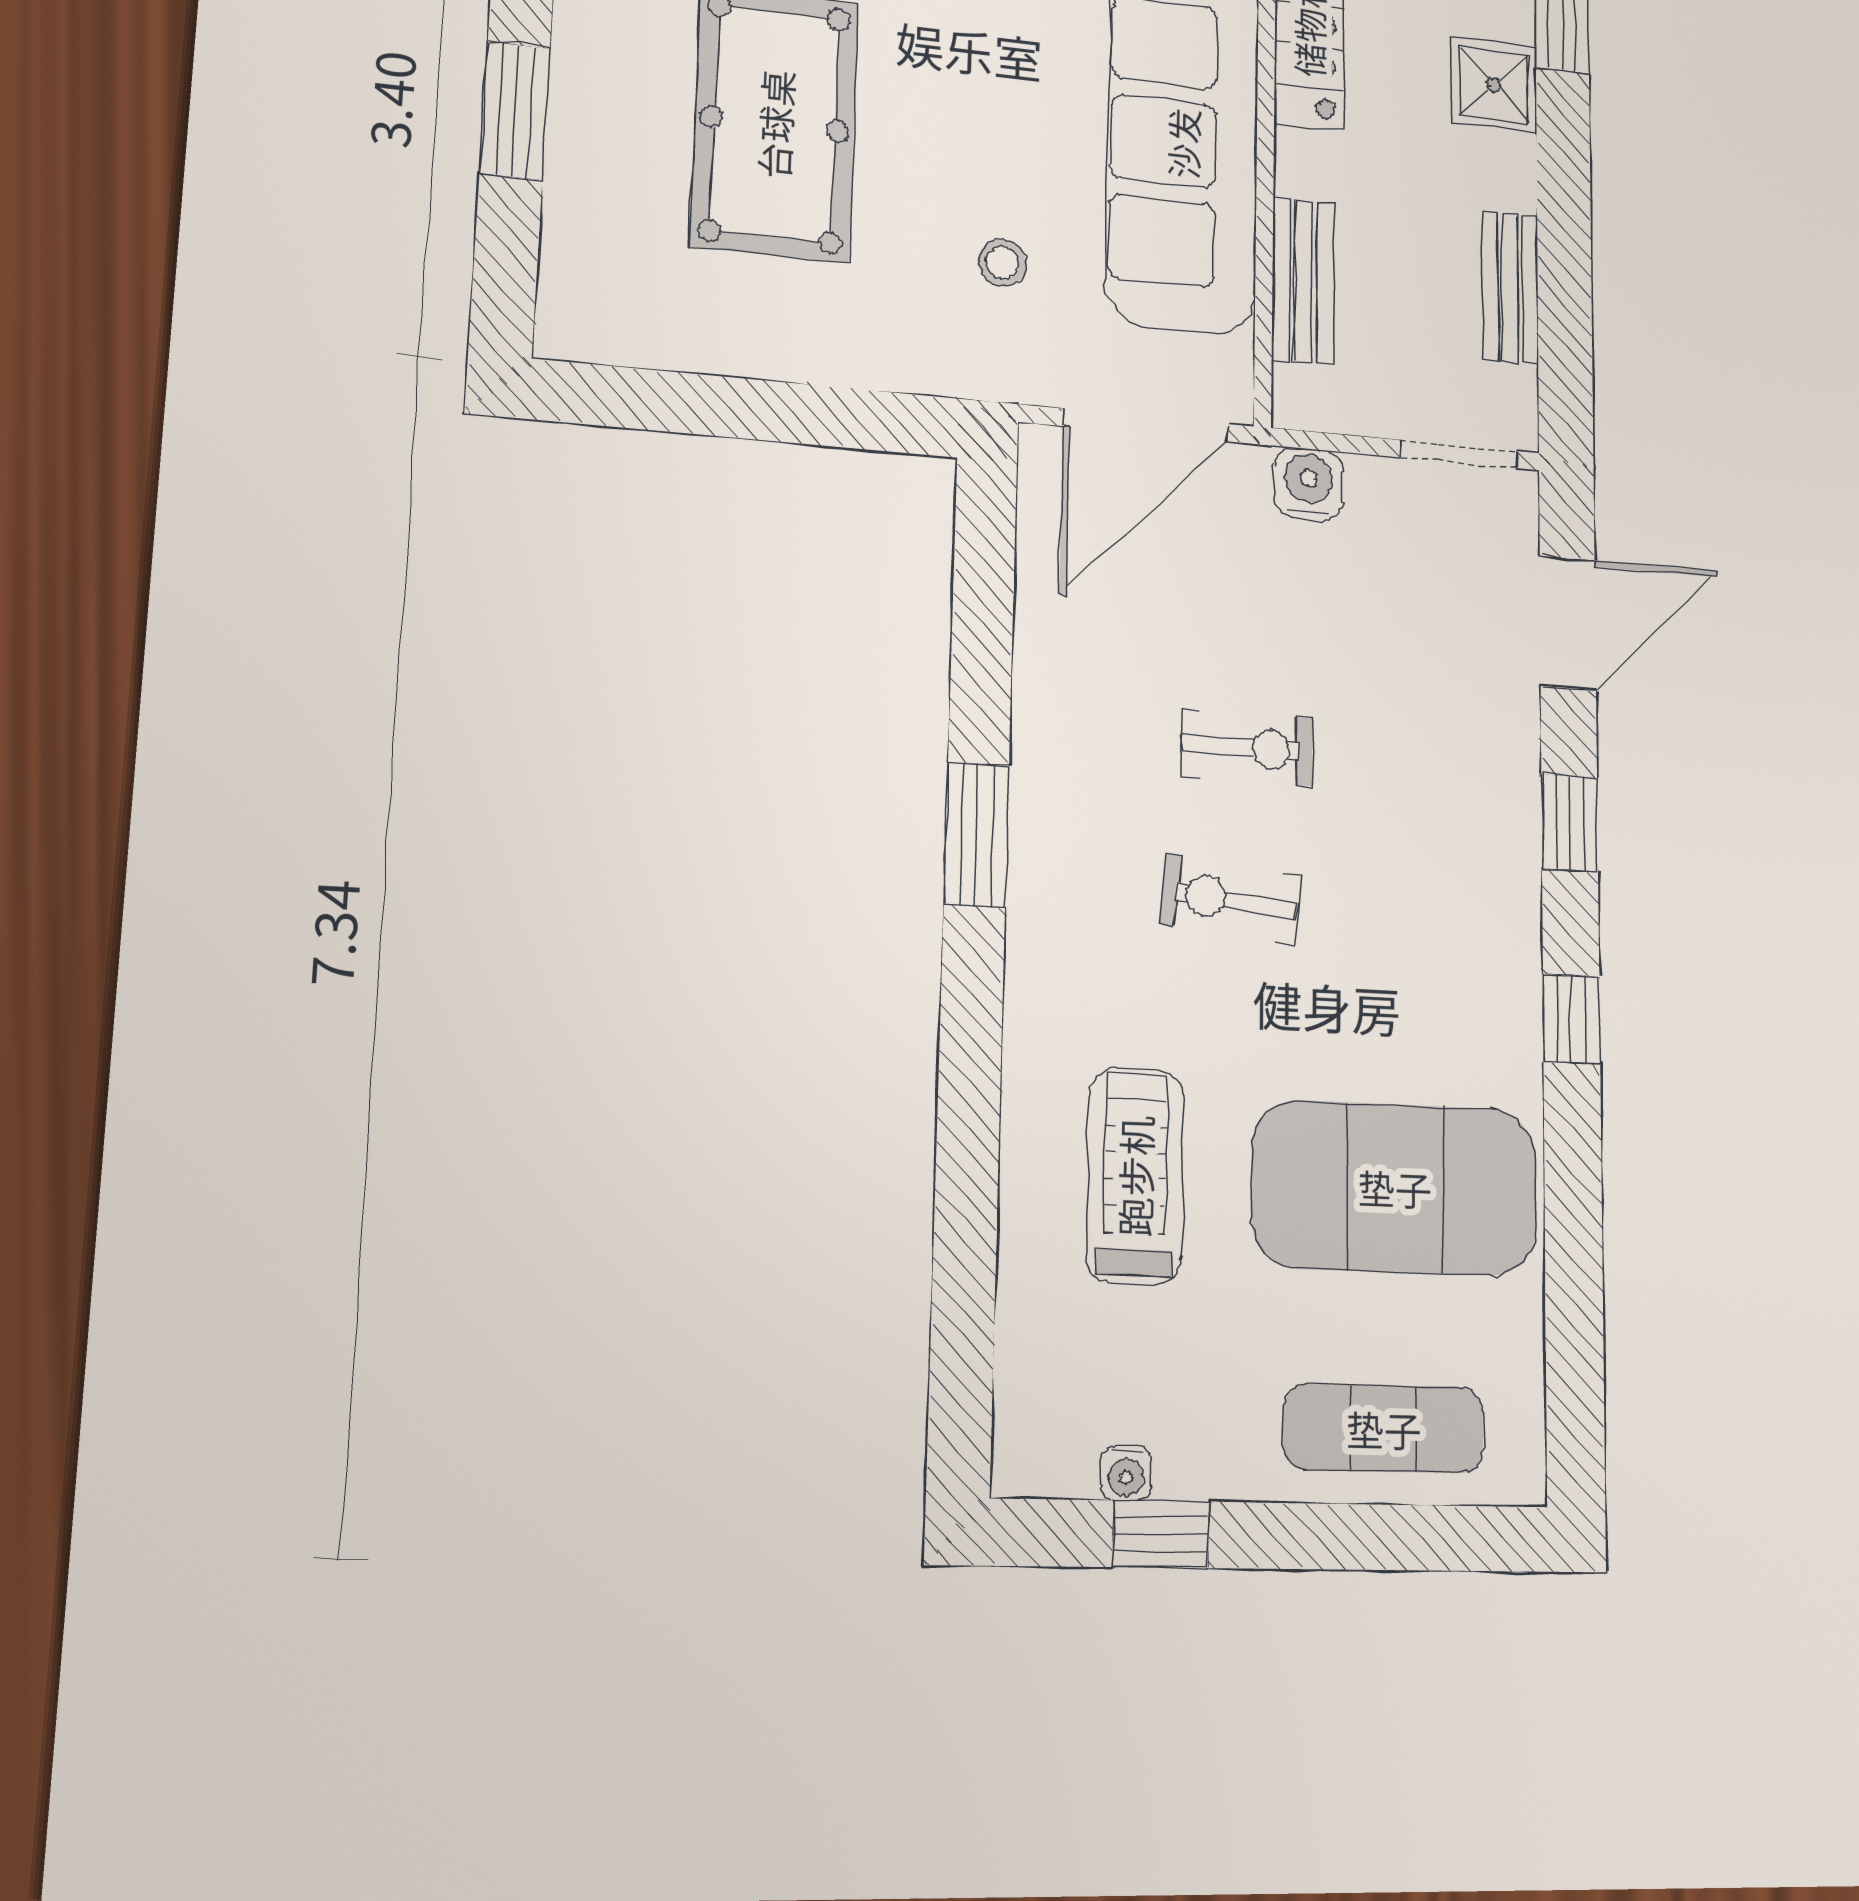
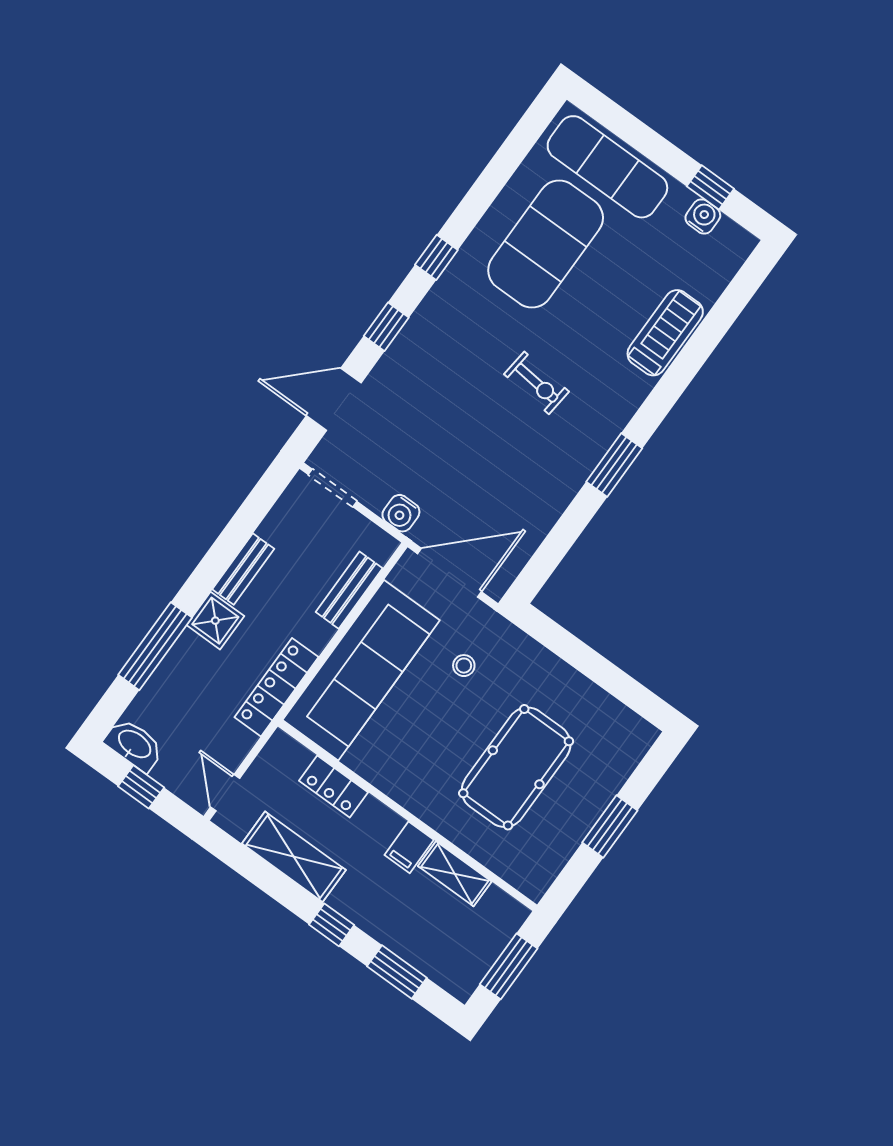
bench: (1510, 288) -> (243, 569), moved
exercise bike: (1247, 748) -> (492, 432), removed
treadmill: (1135, 1176) -> (665, 333), moved, turned 180
exercise mat: (1395, 1188) -> (546, 244), turned 90
exercise mat: (1384, 1429) -> (607, 167), width x1.36, depth x1.45
water cooler: (1126, 1473) -> (703, 216), width x1.38, depth x1.38

